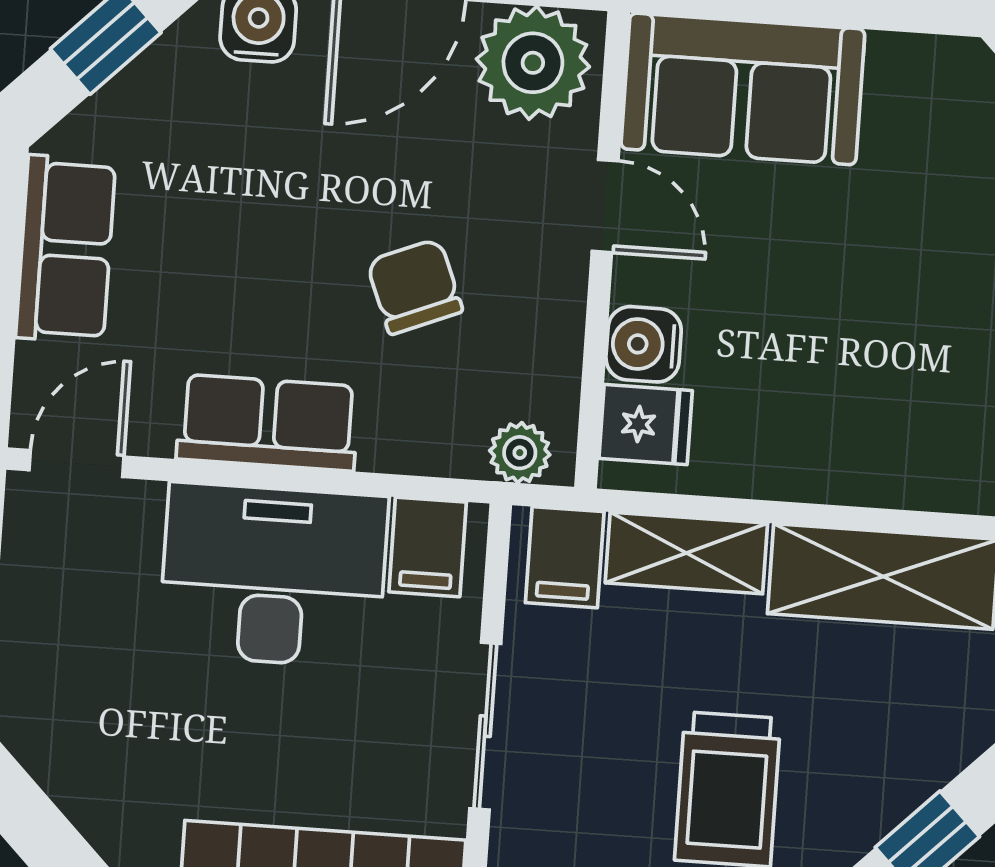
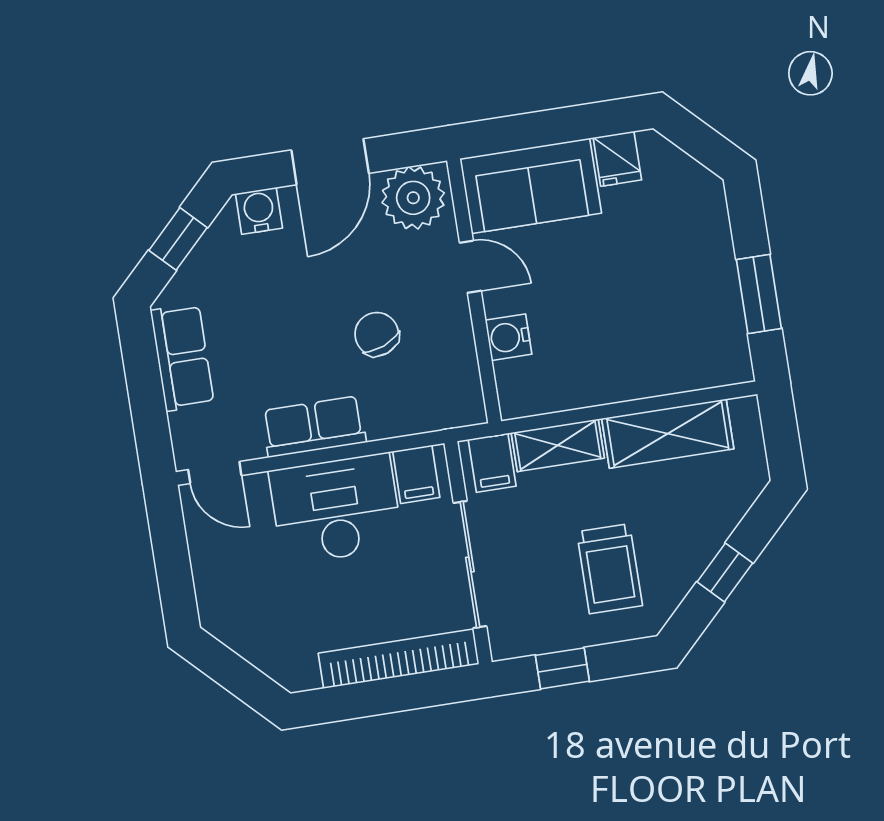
fridge: (646, 425) -> (617, 159), moved, turned 90
plant: (520, 453) -> (455, 412), removed
door: (76, 463) -> (215, 473), swing flipped
sliding door: (485, 726) -> (470, 565), width x1.37

